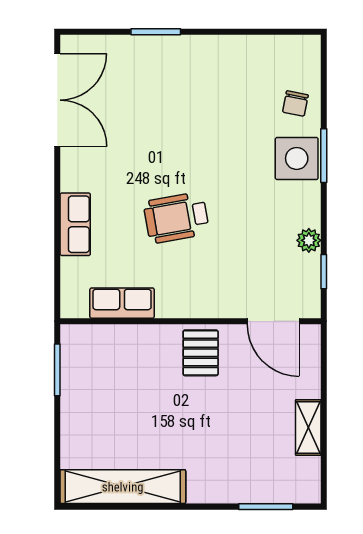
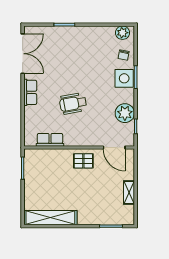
plant: (293, 51) -> (123, 33), added
row of seats: (75, 224) -> (30, 92), moved
plant: (309, 240) -> (125, 113), width x1.87, depth x1.87
pallet: (201, 353) -> (83, 161), turned 90

